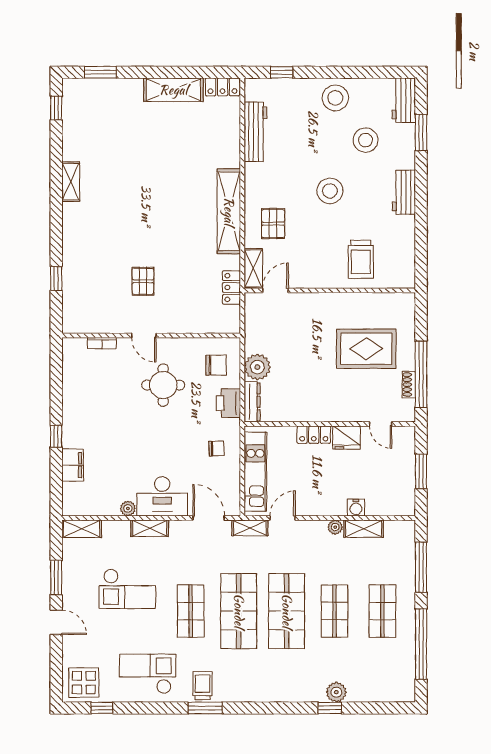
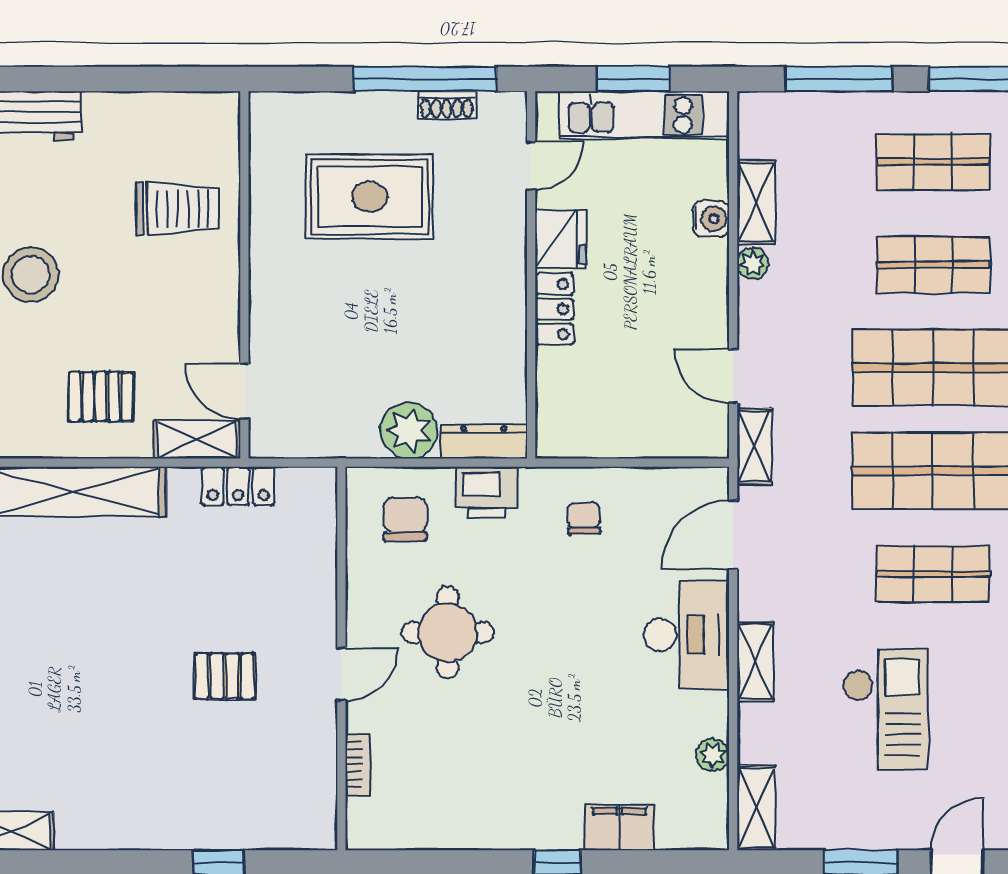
rug: (366, 349) -> (370, 197), turned 90
kitchen unit: (255, 472) -> (644, 115), moved, turned 180
plant: (128, 508) -> (713, 755), moved

